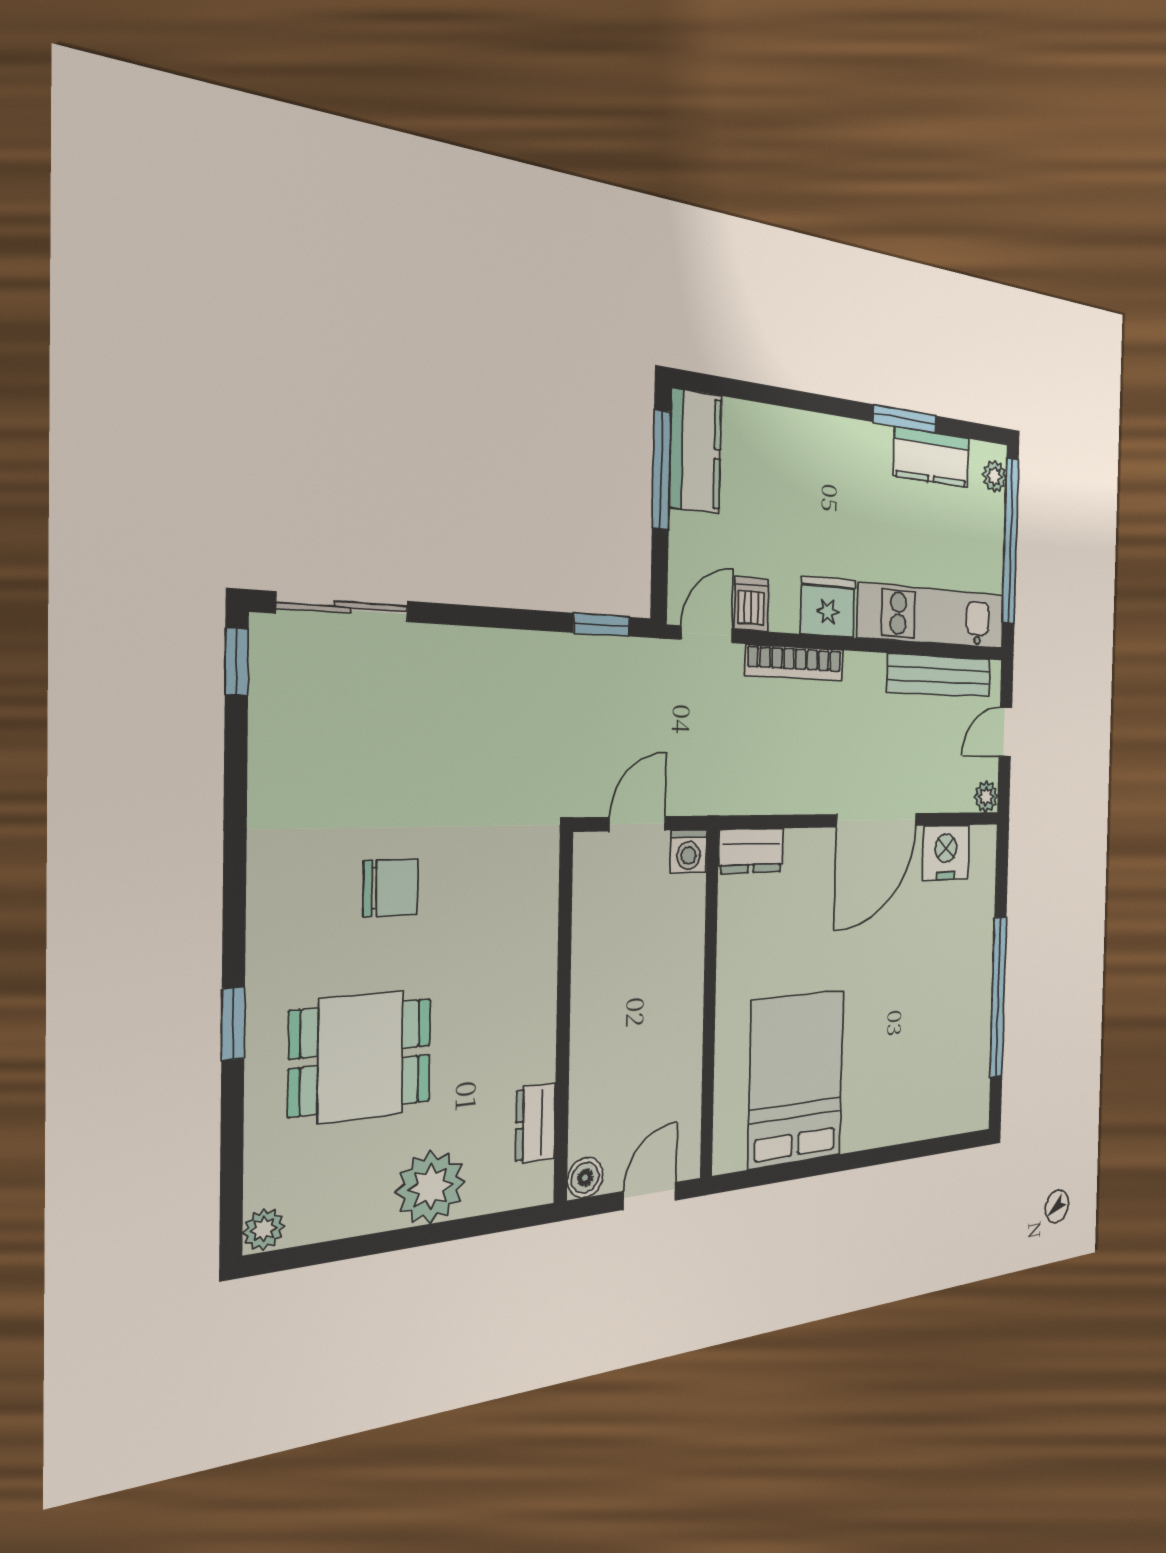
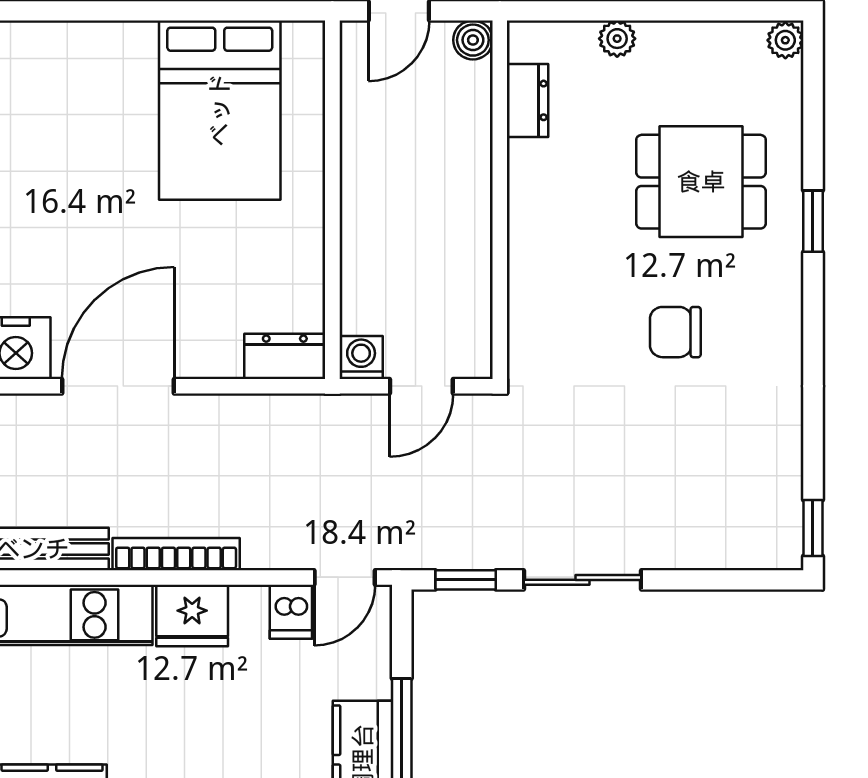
sliding door: (343, 607) -> (583, 580), moved
bookcase: (795, 663) -> (176, 554), moved
plant: (431, 1187) -> (617, 39), width x0.53, depth x0.53

